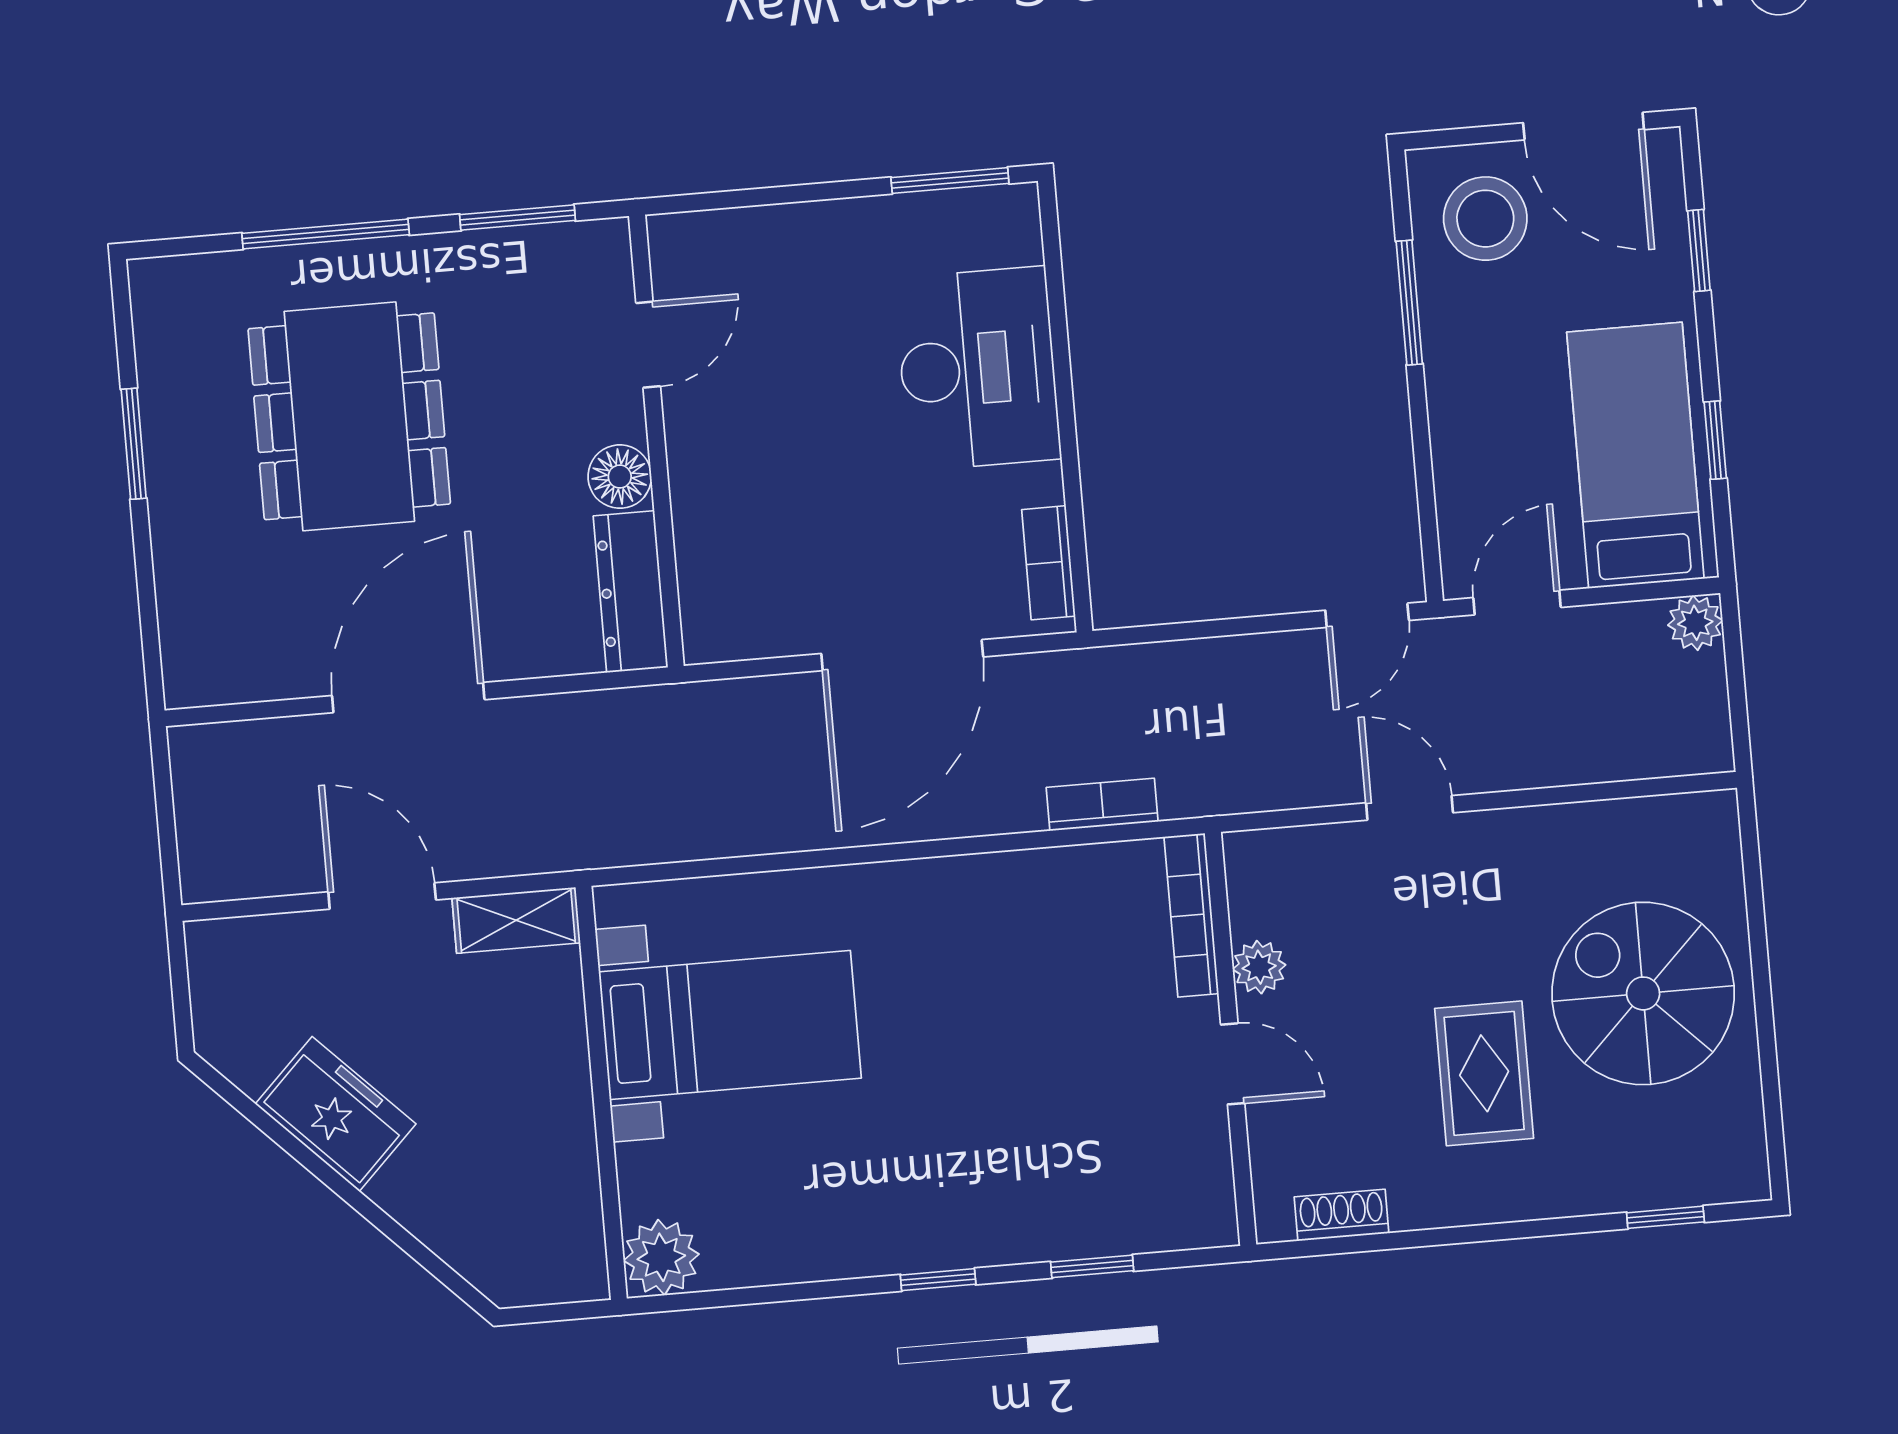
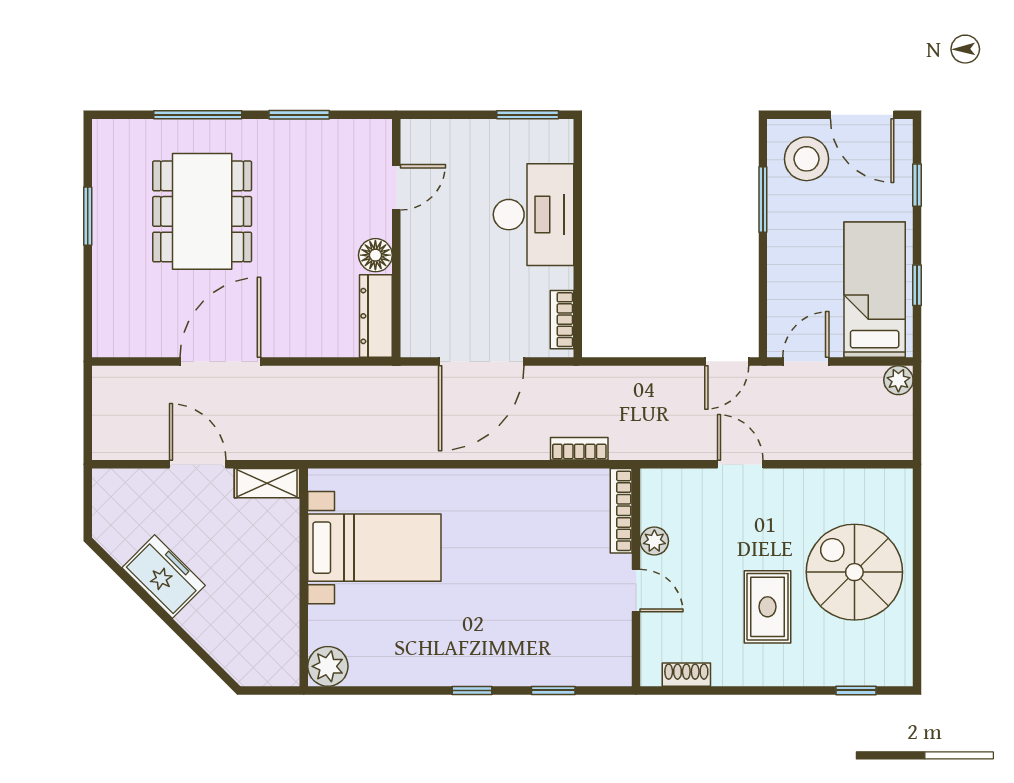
door: (648, 345) -> (396, 187), moved
wall: (656, 441) -> (396, 238), moved
floor lamp: (620, 477) -> (375, 255), moved
dresser: (631, 592) -> (376, 316), moved

